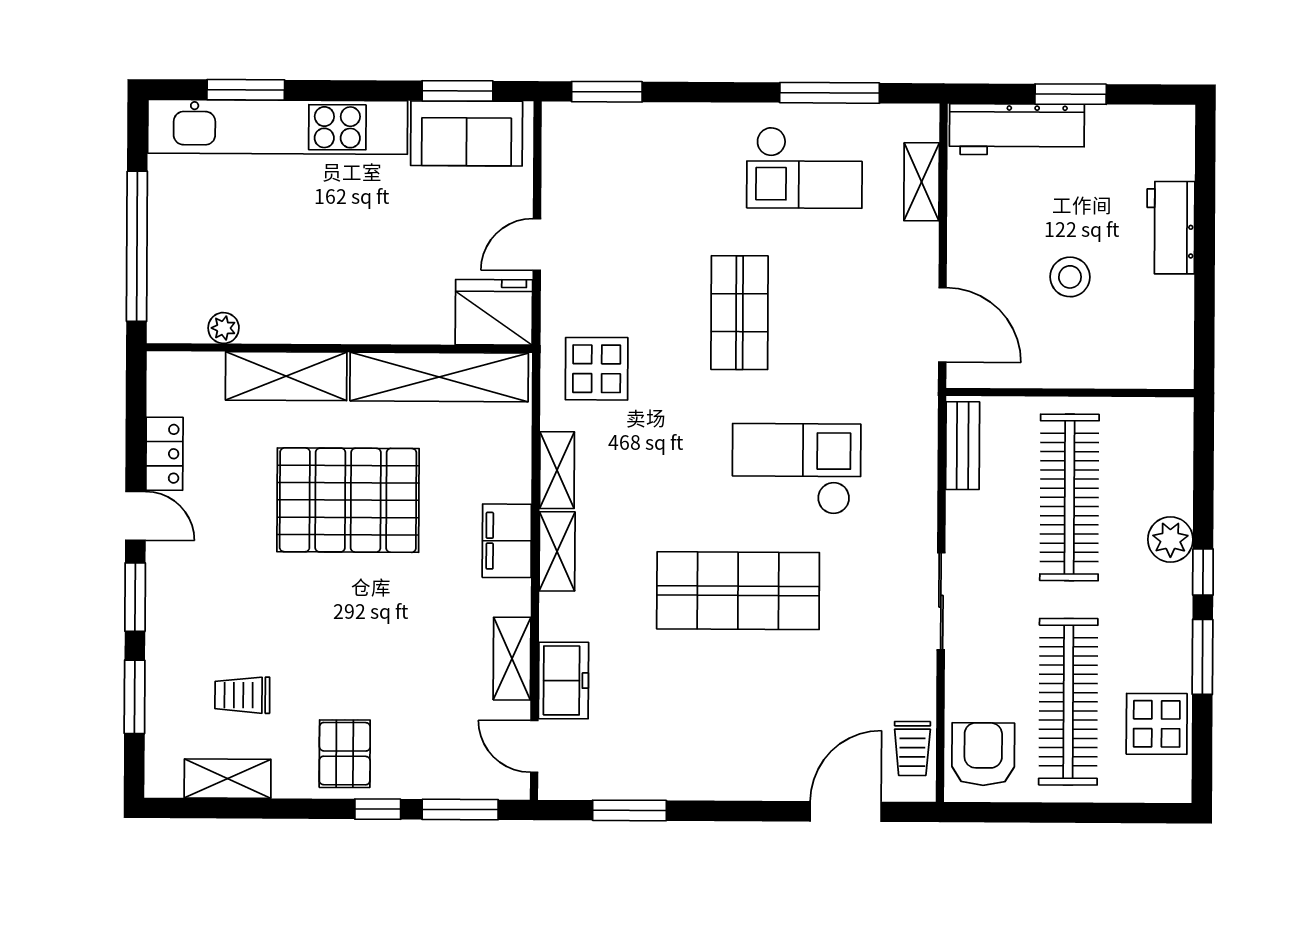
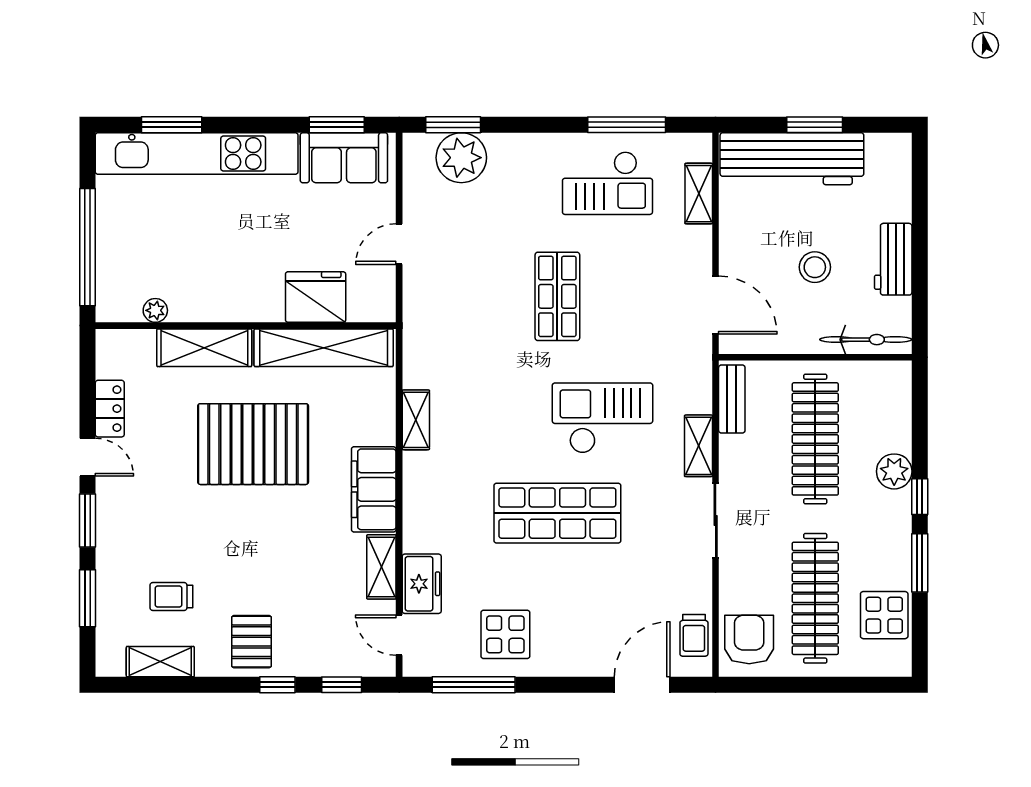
workbench: (1017, 129) -> (792, 159), width x1.36, depth x1.32
plant: (617, 134) -> (461, 158), added
workbench: (1171, 228) -> (893, 259), moved
fridge: (494, 312) -> (316, 297), moved
display table: (597, 369) -> (505, 634), moved
bicycle: (1135, 370) -> (866, 340), added
filing cabinet: (507, 541) -> (374, 489), width x1.50, depth x1.17
shelving: (557, 551) -> (699, 446), moved
window: (460, 810) -> (342, 685), width x0.67
window: (629, 810) -> (474, 685), width x1.44

